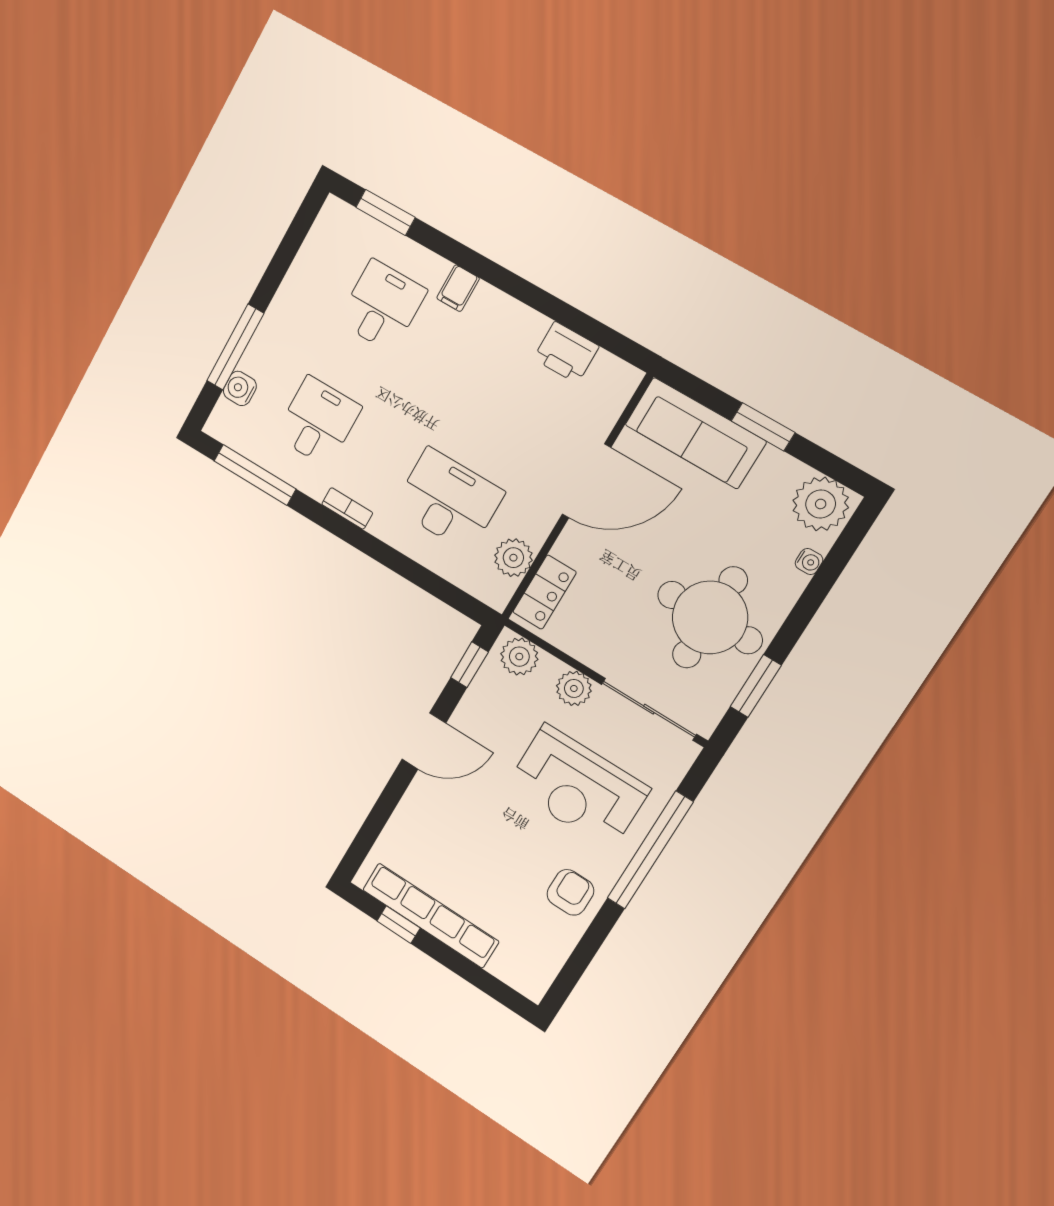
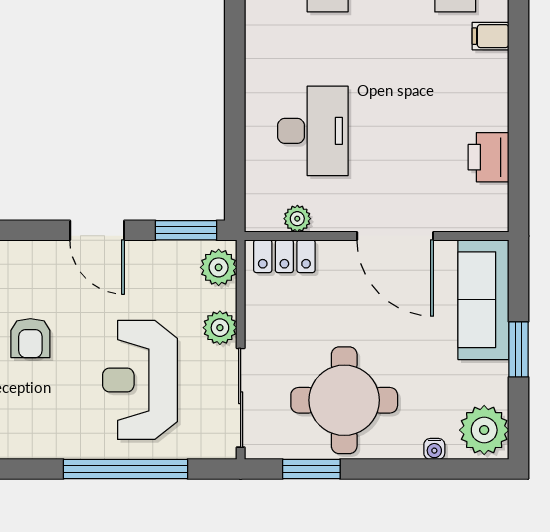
bookcase: (347, 508) -> (254, 48), removed
plant: (513, 558) -> (297, 219), width x0.73, depth x0.73
window: (469, 665) -> (186, 230), width x1.50
armchair: (570, 892) -> (30, 338), moved, turned 90

